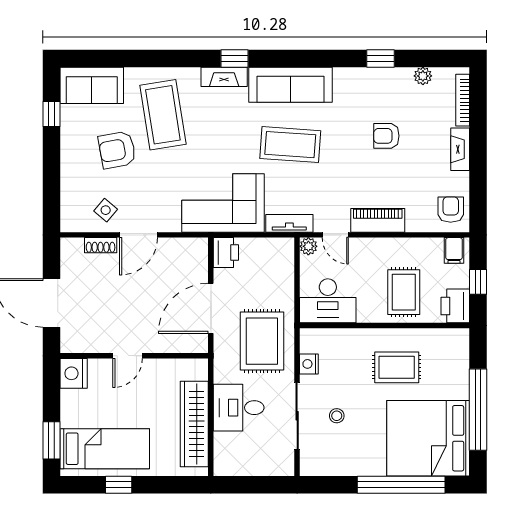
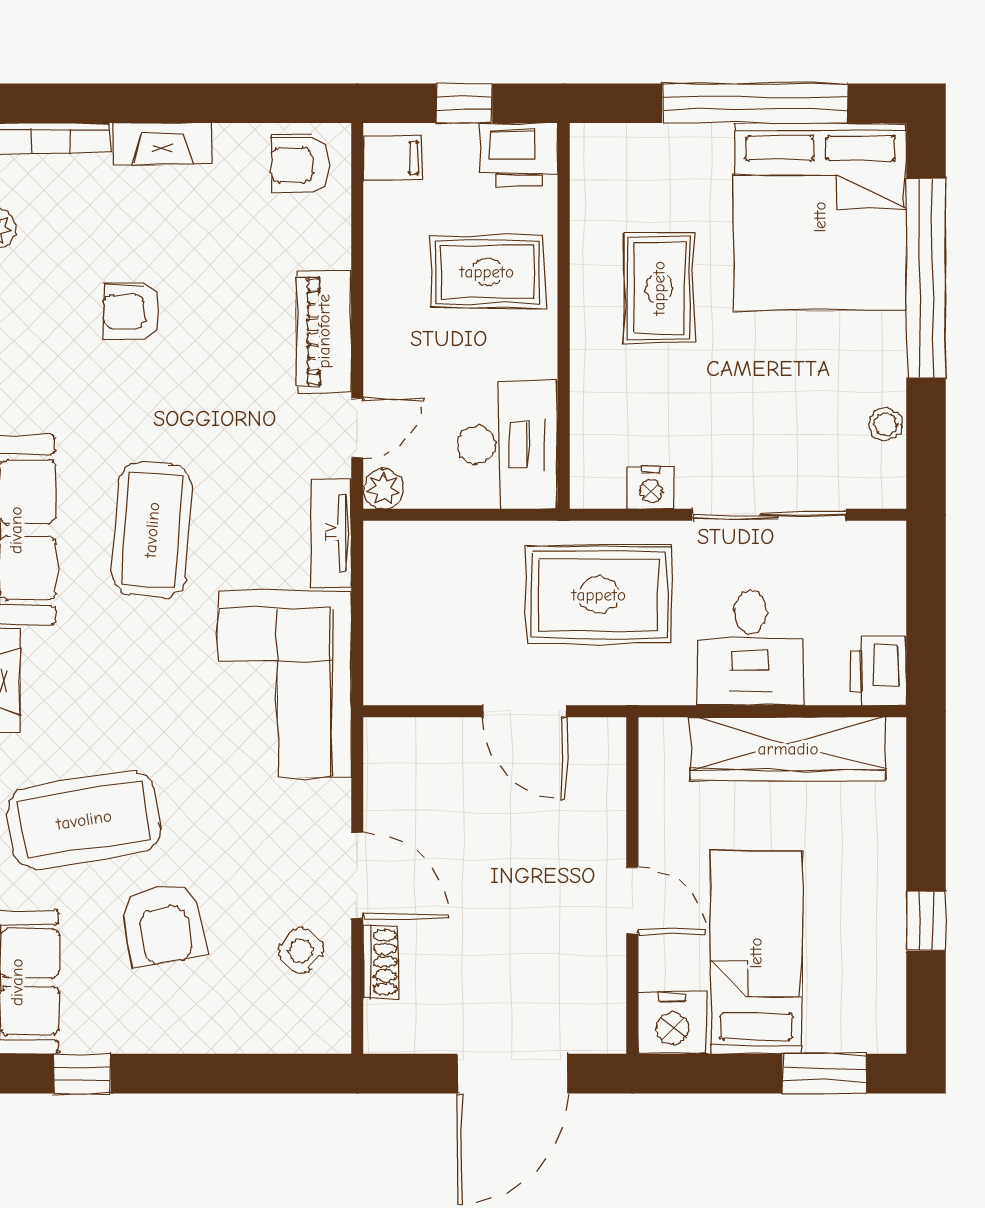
armchair: (386, 136) -> (132, 312), turned 90
printer: (226, 253) -> (878, 671), moved, turned -90
door: (211, 308) -> (524, 711), width x0.73
stool: (337, 416) -> (886, 424), moved
bed: (105, 449) -> (756, 953), moved

